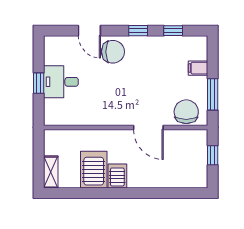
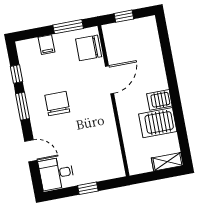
door: (89, 31) -> (31, 151), hinge flipped
window: (138, 31) -> (23, 106), width x1.50
chair: (113, 52) -> (57, 104), moved
desk: (61, 82) -> (56, 173), moved, turned 90

